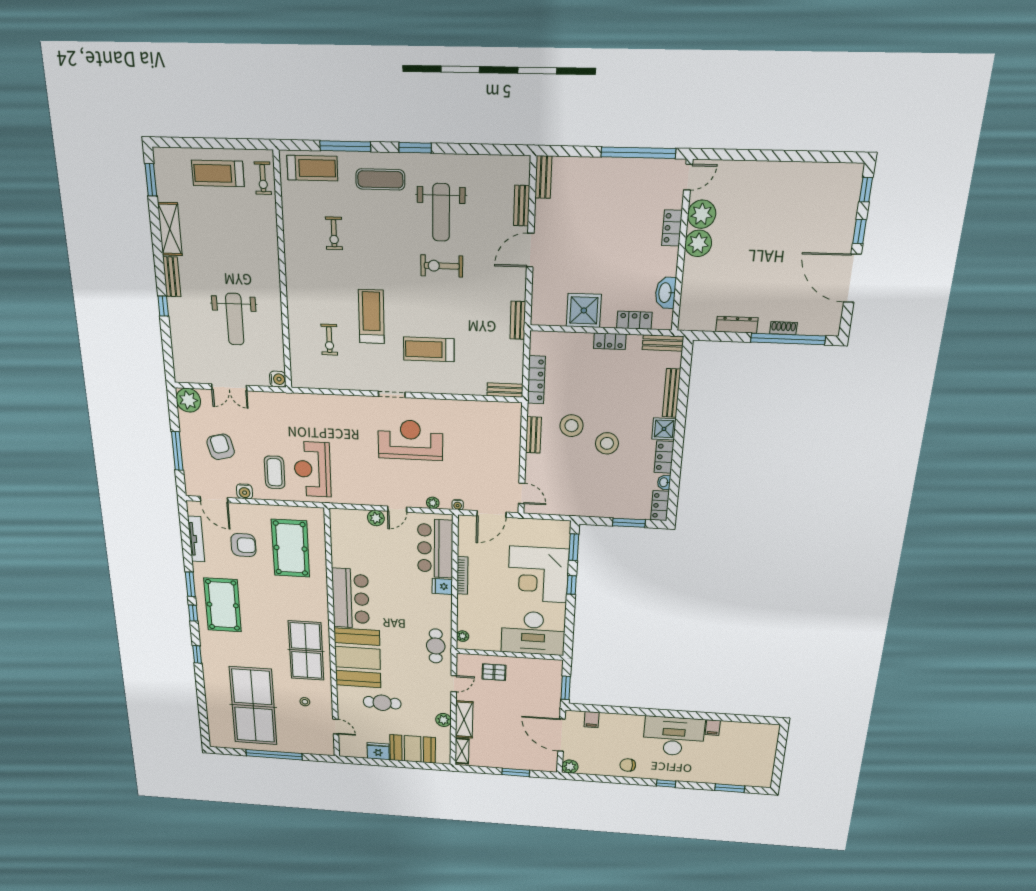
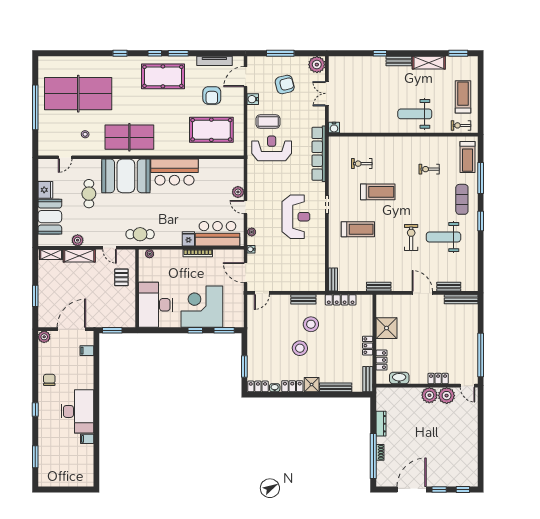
bench: (543, 177) -> (461, 299), width x1.36
weight bench: (235, 319) -> (415, 114), moved
treadmill: (429, 349) -> (358, 229), turned 90
row of seats: (317, 403) -> (319, 154), added

